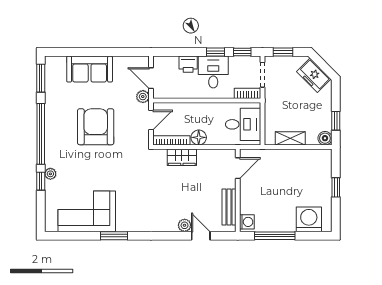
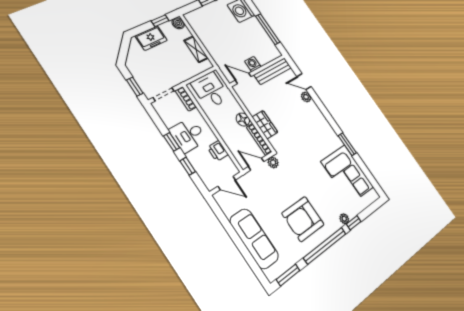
window: (242, 52) -> (188, 166), moved
printer: (188, 64) -> (218, 151), moved, turned 180
sofa: (90, 69) -> (254, 239), width x1.36
freezer: (314, 75) -> (151, 38), moved, turned 45
door: (151, 78) -> (227, 183), hinge flipped
plant: (143, 97) -> (273, 163), moved
armchair: (96, 127) -> (303, 219), moved
bench: (229, 207) -> (273, 71), width x1.36
washing machine: (247, 222) -> (253, 64), moved
door: (201, 236) -> (304, 82), hinge flipped

